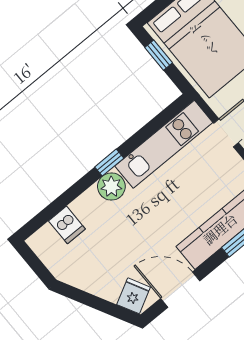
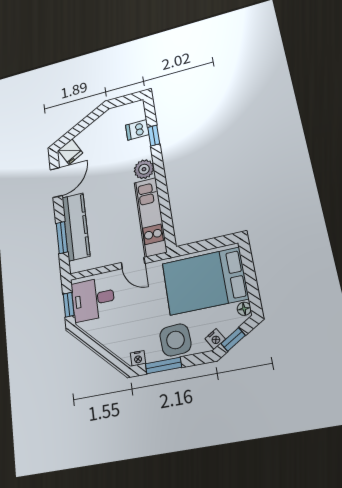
window: (159, 55) -> (212, 244), removed
window: (109, 163) -> (154, 136), moved

